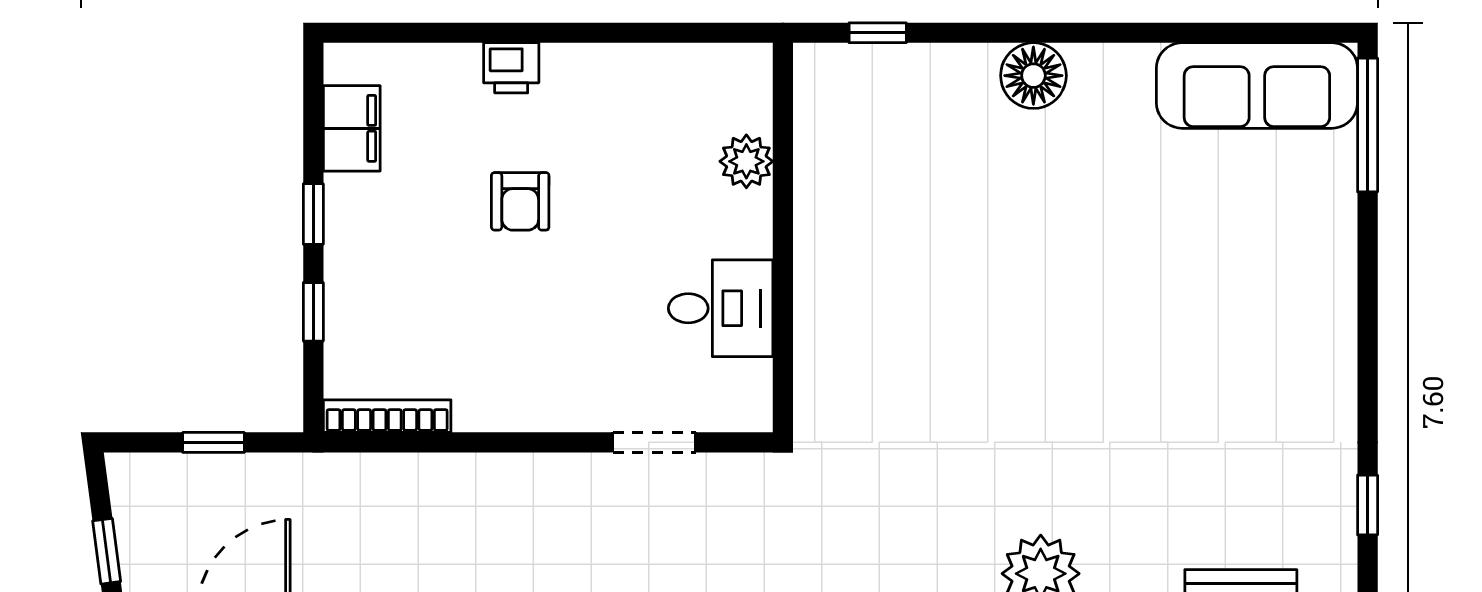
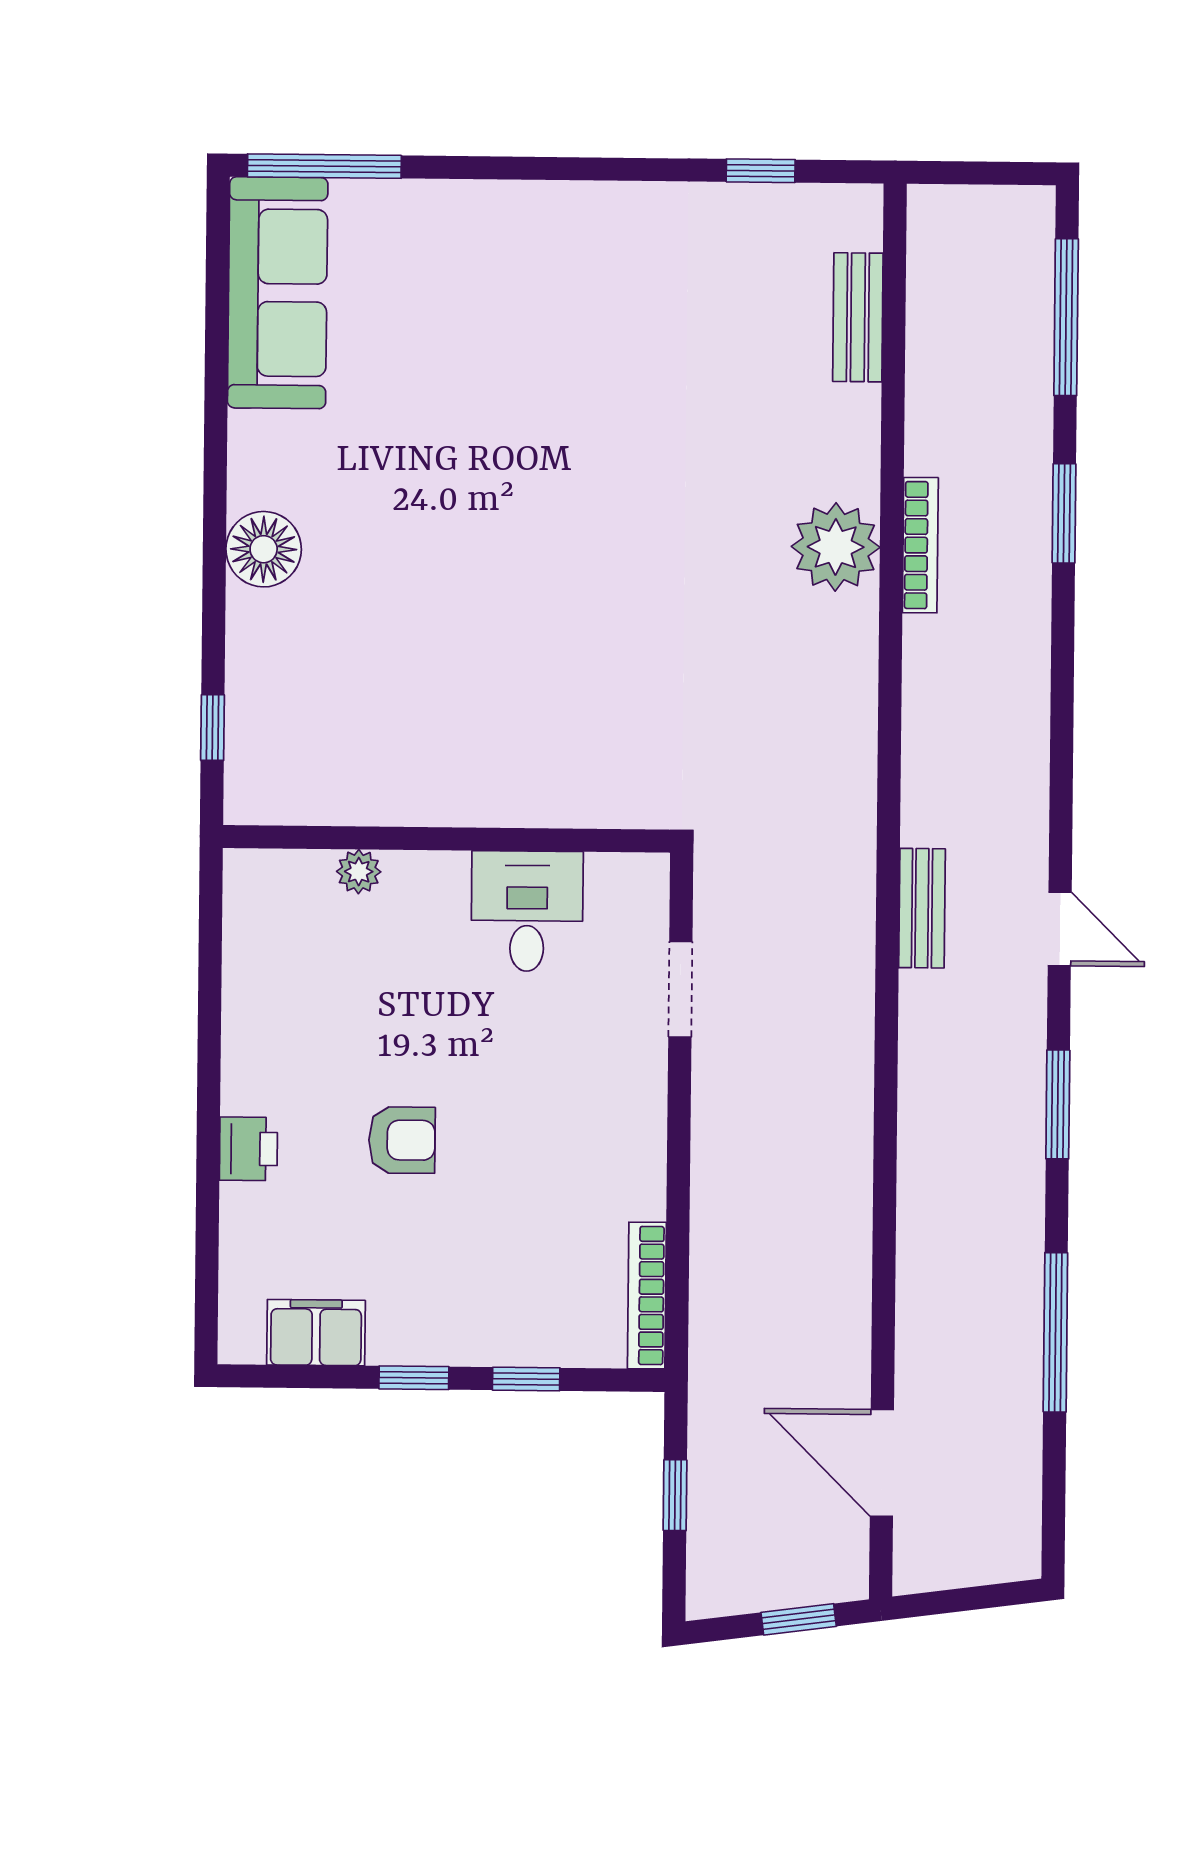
plant: (746, 161) -> (359, 872), width x0.73, depth x0.73

